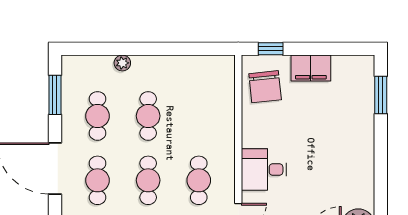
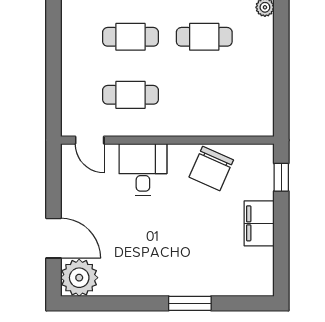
chair: (265, 87) -> (211, 169), moved, turned -60
window: (381, 95) -> (190, 303), moved

